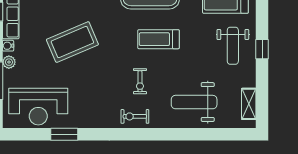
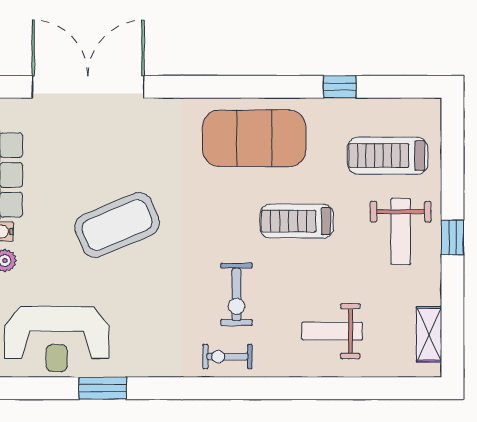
treadmill: (159, 39) -> (297, 221), moved
exercise bike: (140, 81) -> (237, 294), width x1.38, depth x1.39
weight bench: (194, 102) -> (332, 331), width x0.73, depth x0.75

